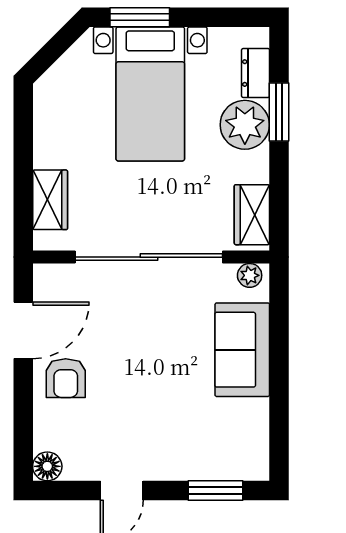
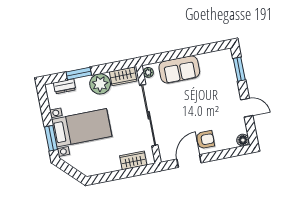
plant: (245, 125) -> (100, 84), moved
door: (23, 330) -> (189, 161), hinge flipped

